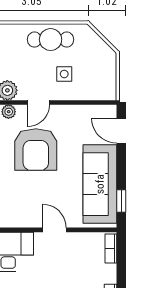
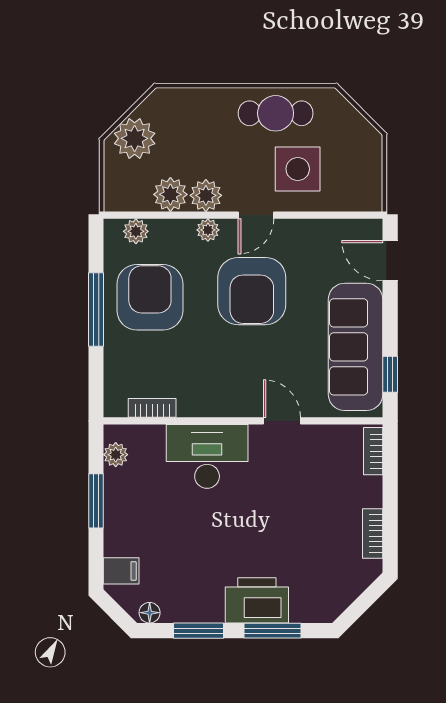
side table: (64, 74) -> (298, 169), width x1.87, depth x1.87

